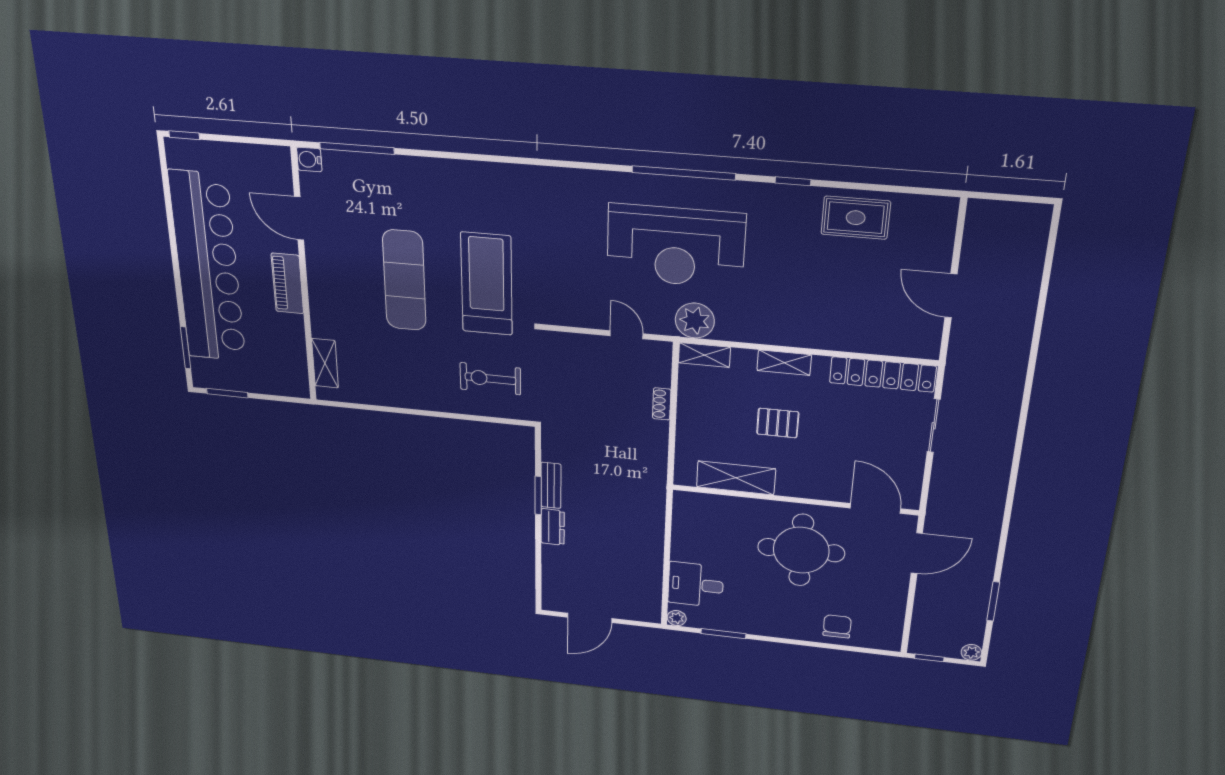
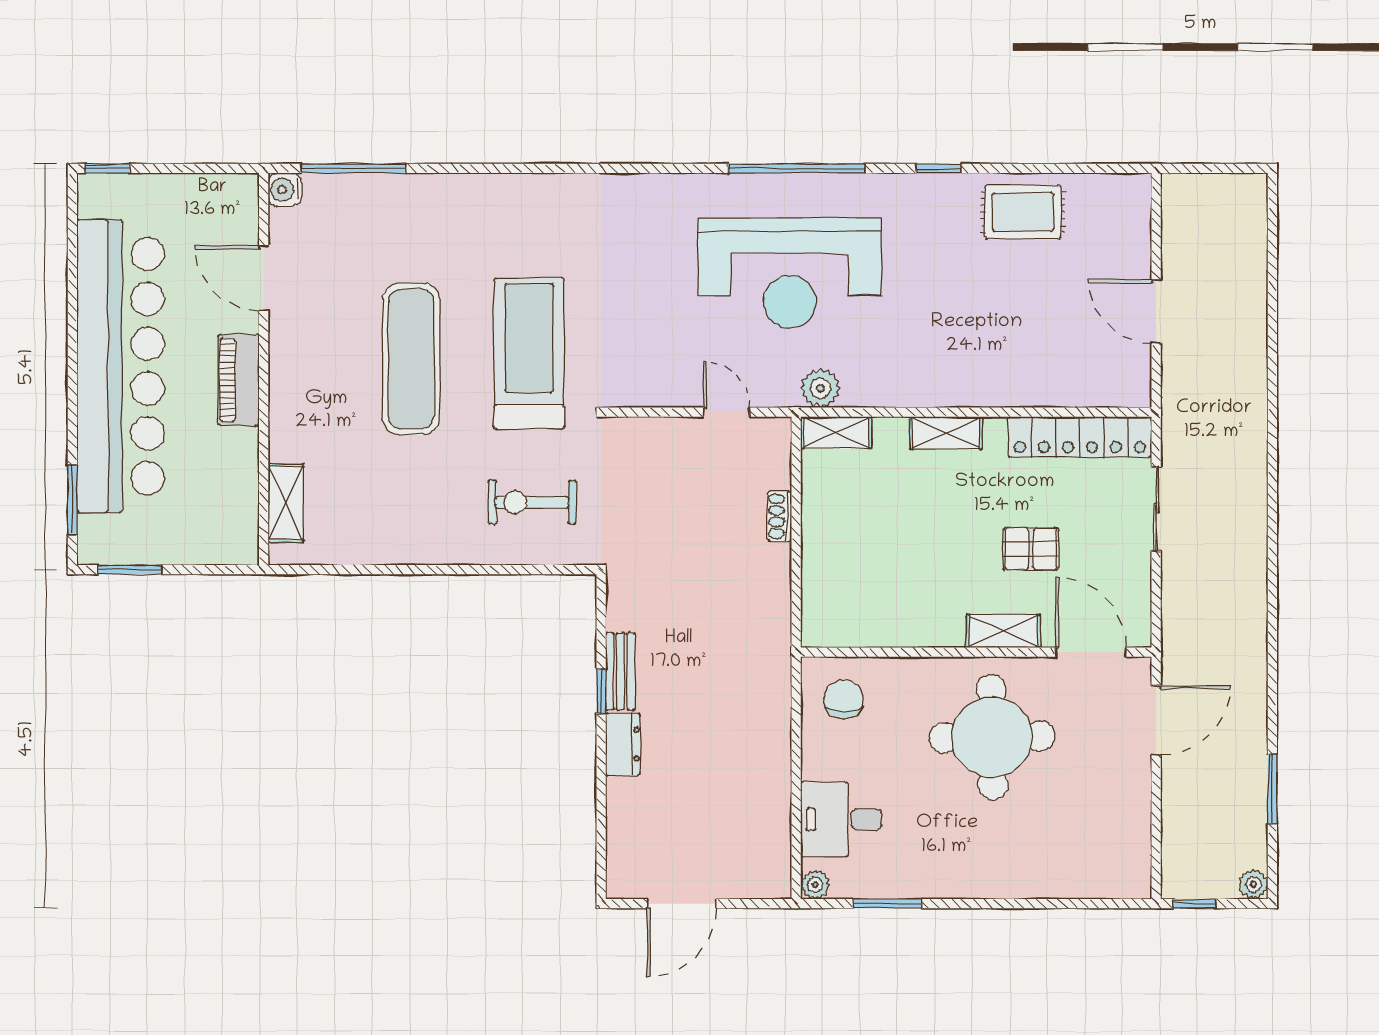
plant: (695, 321) -> (820, 388), width x0.73, depth x0.73
pallet: (778, 423) -> (1031, 549), moved
shelving: (736, 478) -> (1003, 631), moved, width x0.67, depth x0.75
window: (538, 496) -> (601, 691), width x0.67
chair: (837, 626) -> (844, 699), moved

